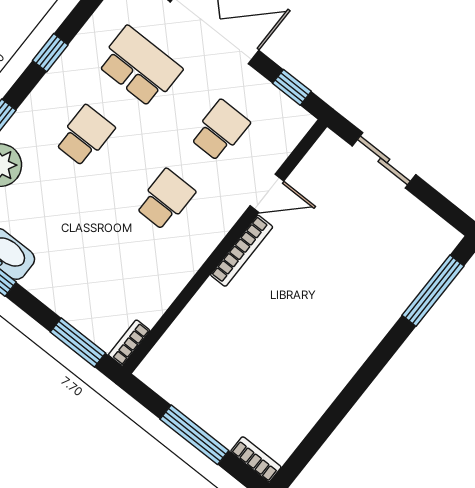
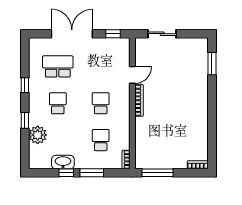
school desk: (220, 130) -> (101, 140), moved
window: (433, 291) -> (212, 64), width x0.69
window: (78, 342) -> (92, 173), moved
window: (194, 435) -> (157, 173), moved

